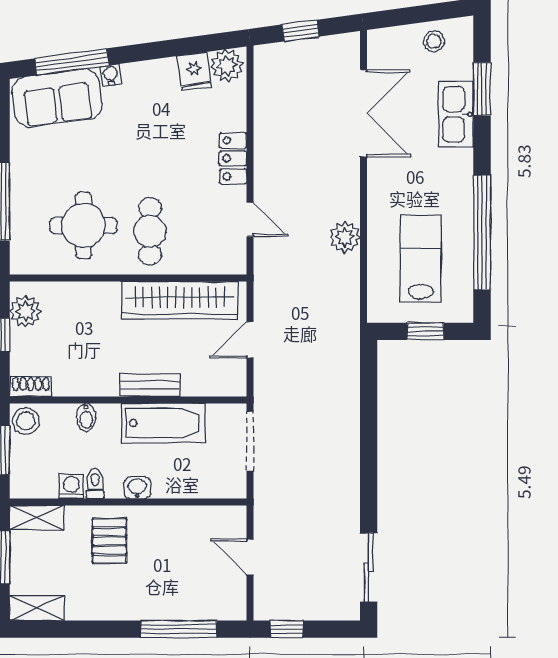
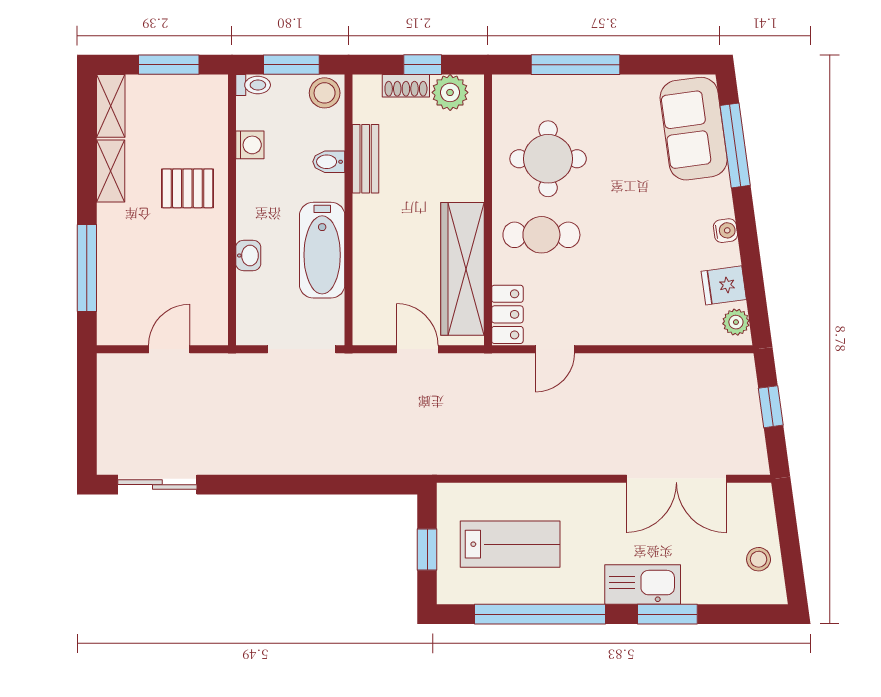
plant: (227, 65) -> (736, 322), width x0.73, depth x0.73
water cooler: (111, 75) -> (725, 231), moved
window: (482, 89) -> (667, 614), moved
kitchen sink: (456, 114) -> (643, 585), moved
locker: (233, 158) -> (507, 314), moved, turned 90
plant: (345, 237) -> (535, 457), removed
bench: (150, 385) -> (366, 159), moved
shoe rack: (31, 387) -> (406, 86), moved, turned 90
toilet: (95, 484) -> (253, 85), moved
washbasin: (137, 488) -> (248, 255), moved
shelving: (37, 518) -> (111, 171), moved
window: (286, 629) -> (87, 391), removed

